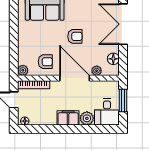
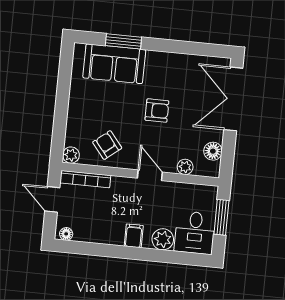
armchair: (45, 62) -> (107, 145), turned -129
door: (75, 78) -> (150, 175), width x0.53
filing cabinet: (68, 118) -> (134, 236), width x0.50

